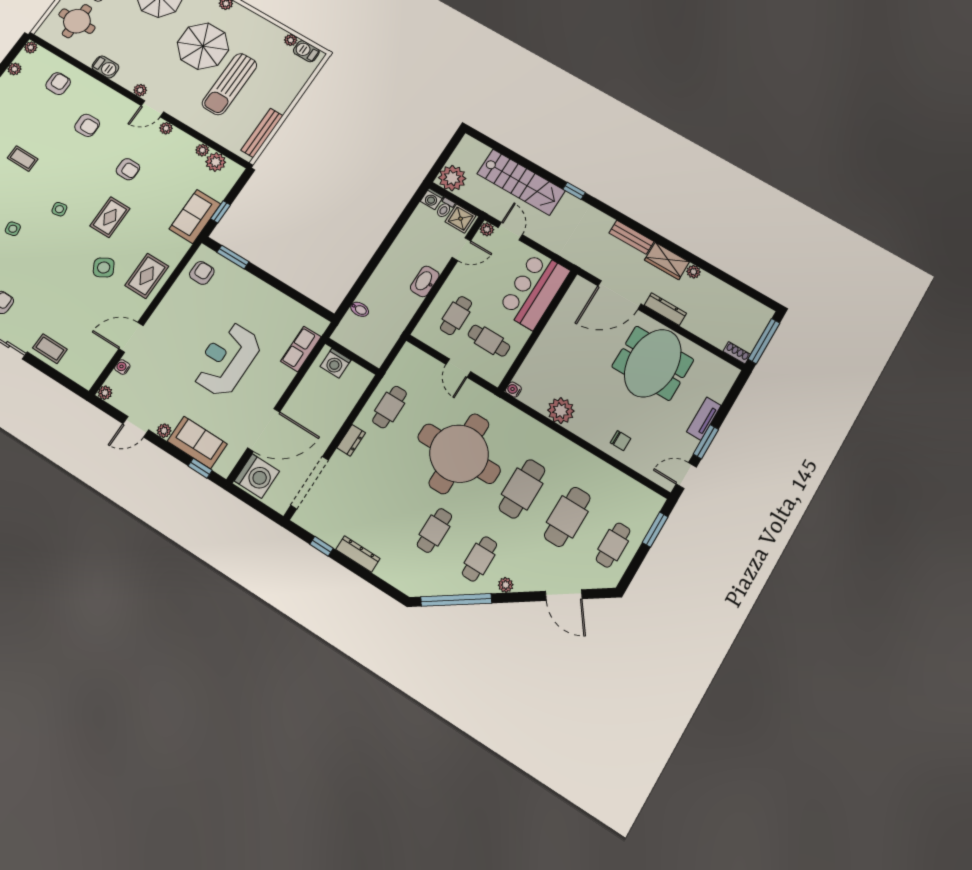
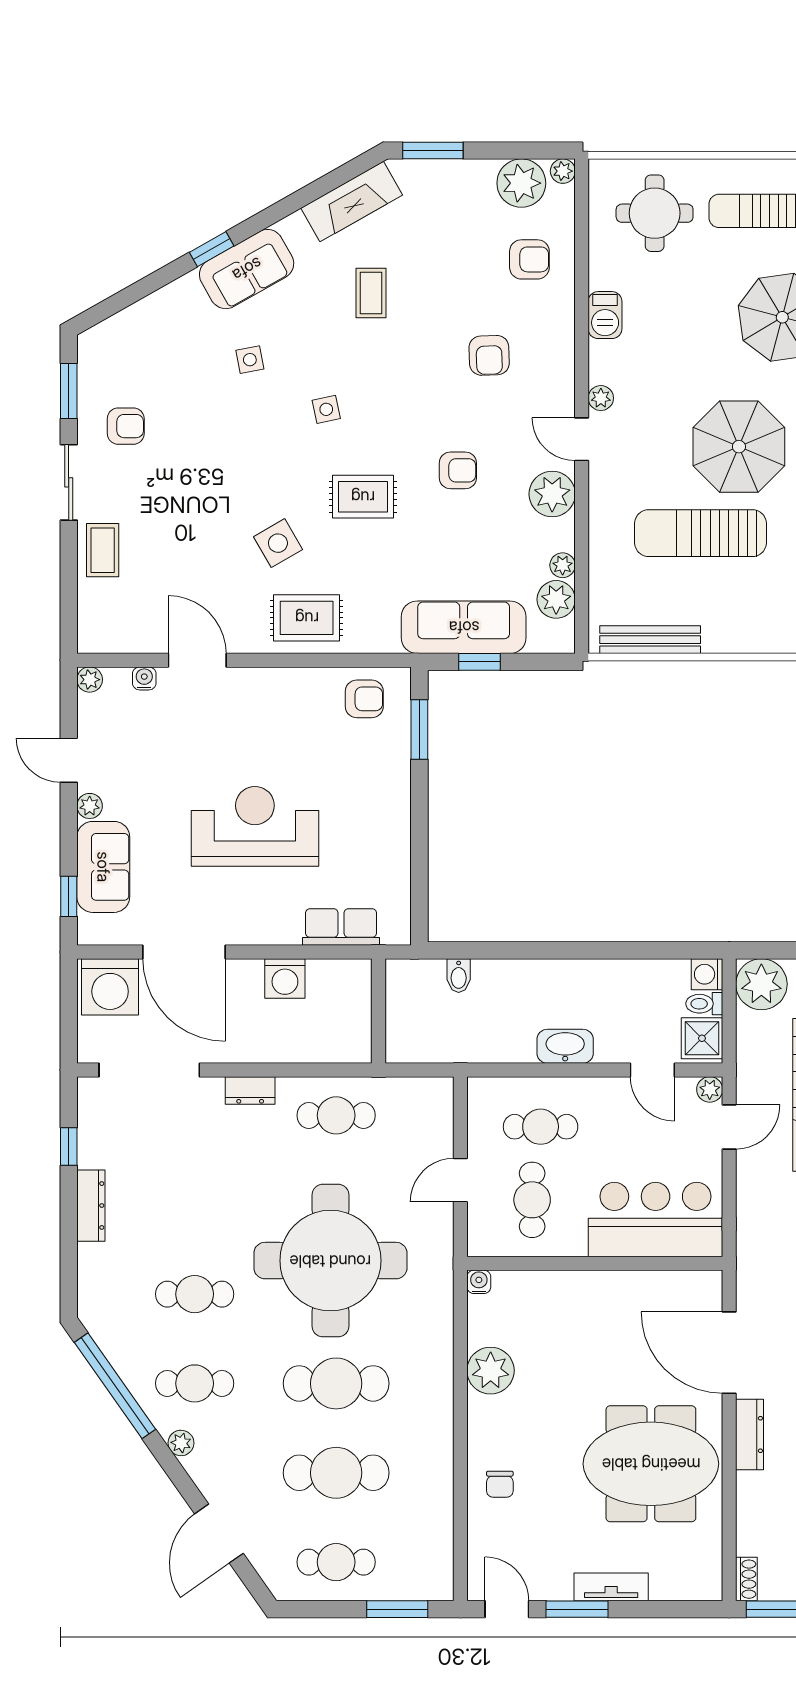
plant: (14, 69) -> (521, 183), width x1.88, depth x1.88
plant: (166, 128) -> (552, 494), width x1.88, depth x1.88
armchair: (128, 169) -> (458, 470), turned -90
sofa: (195, 216) -> (464, 627), width x1.36
washing machine: (336, 363) -> (285, 978), moved, turned -90

